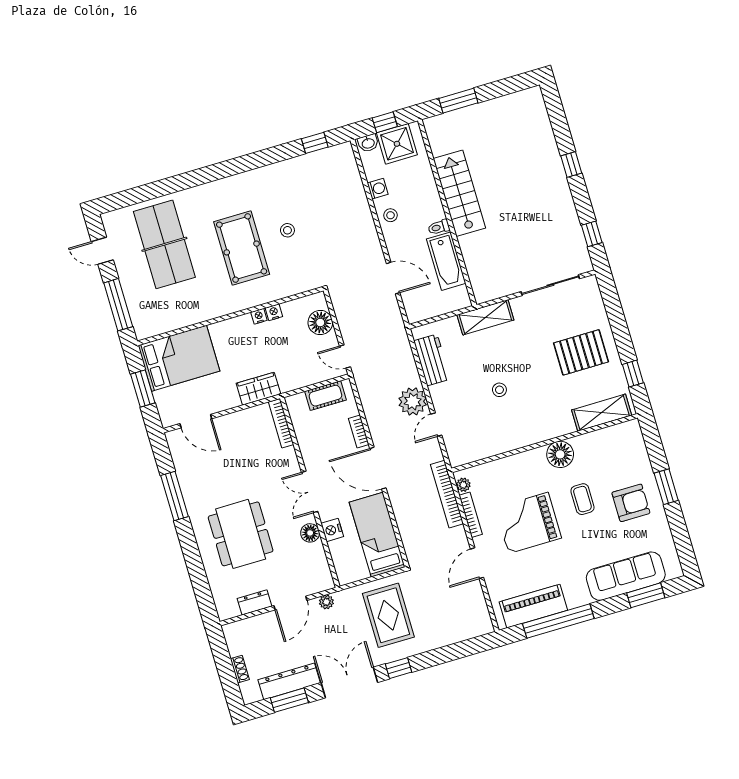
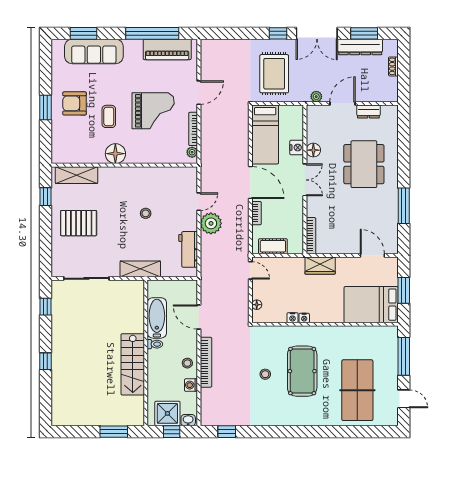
floor lamp: (320, 323) -> (257, 305), width x0.53, depth x0.53
bookcase: (447, 494) -> (206, 362), moved

